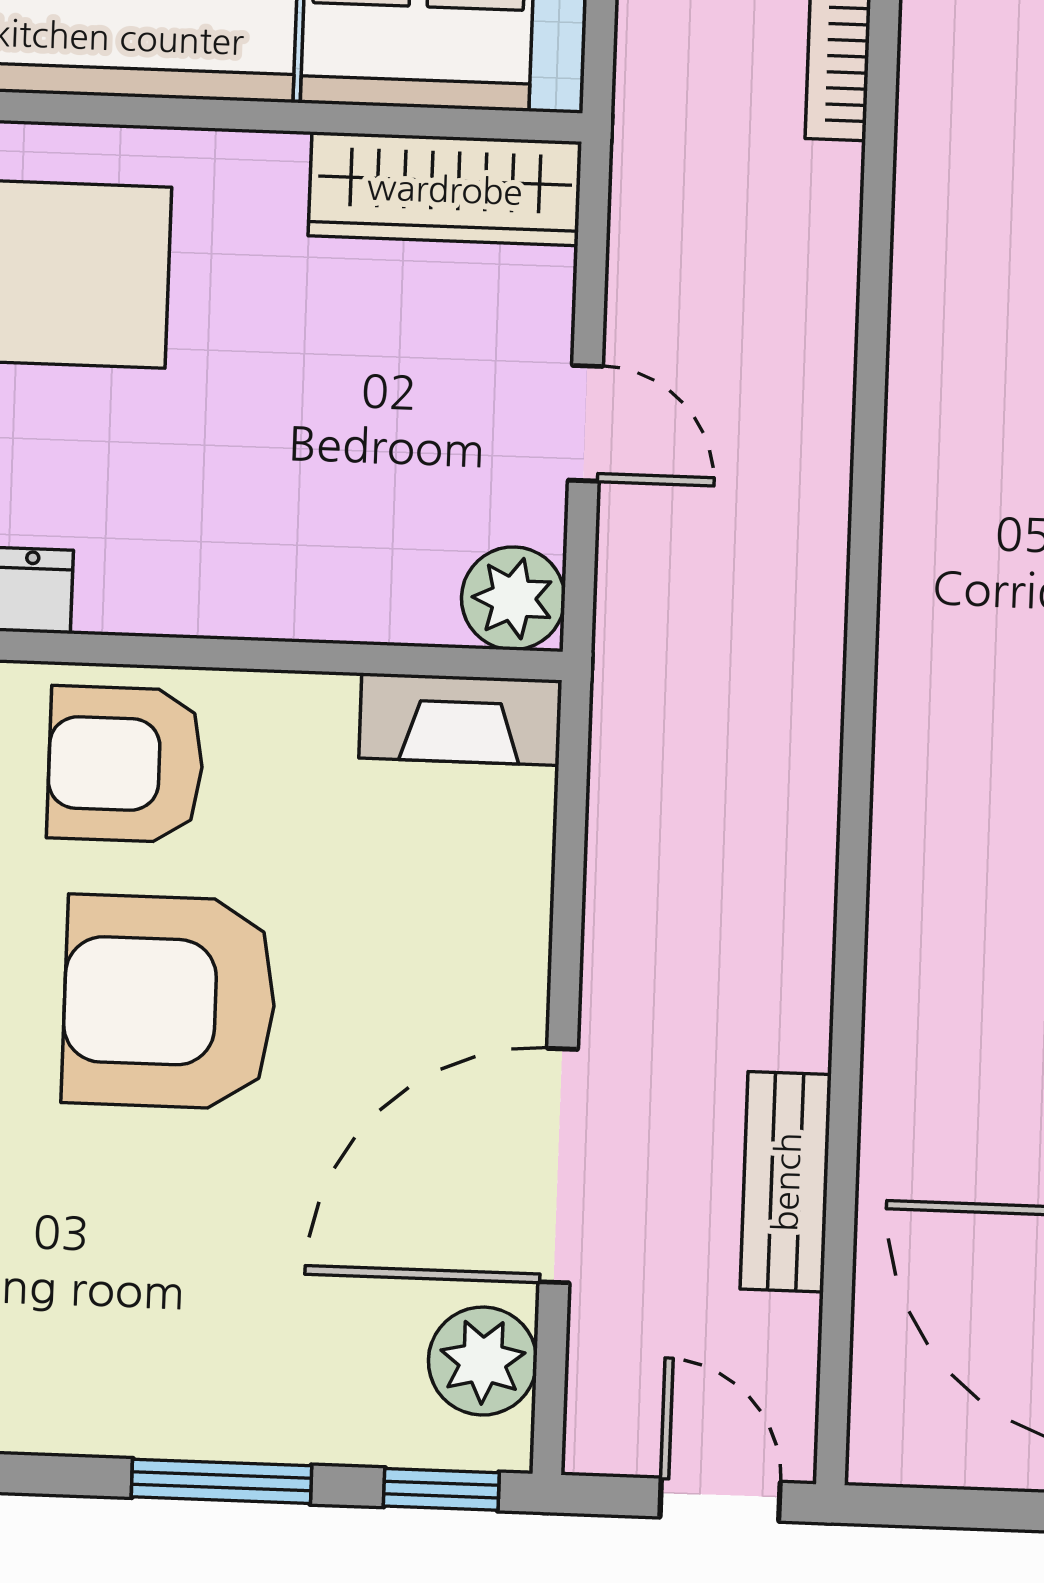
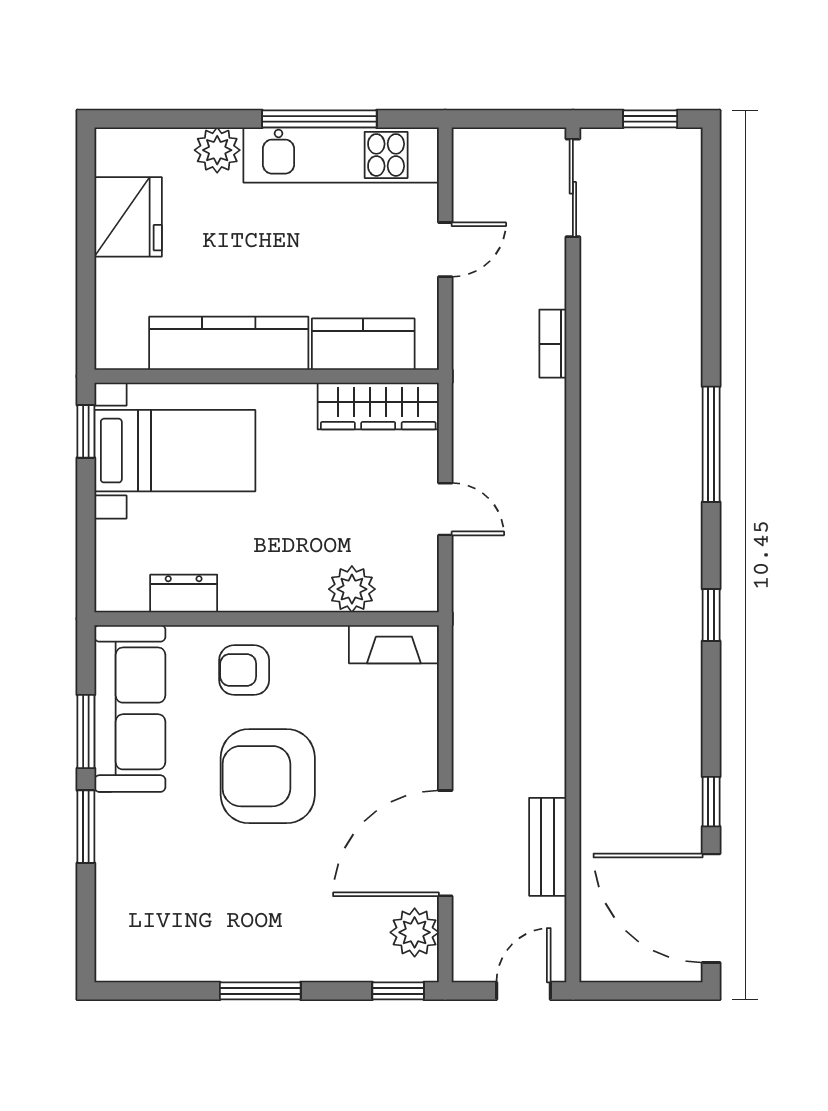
plant: (513, 598) -> (352, 589), moved
armchair: (125, 764) -> (244, 670), width x0.72, depth x0.72
window: (222, 1481) -> (260, 991), moved
door: (720, 1500) -> (524, 991), hinge flipped

